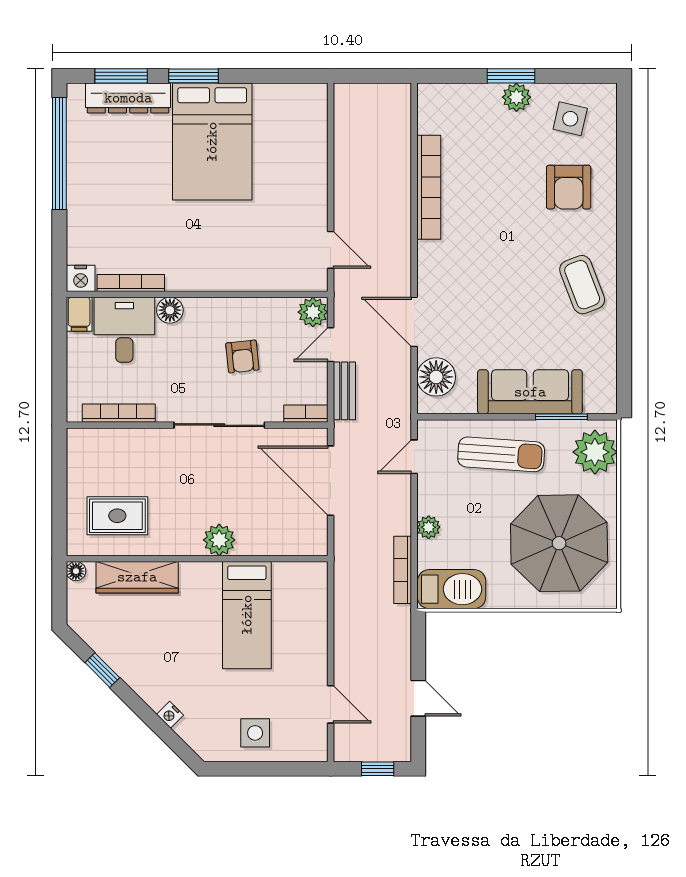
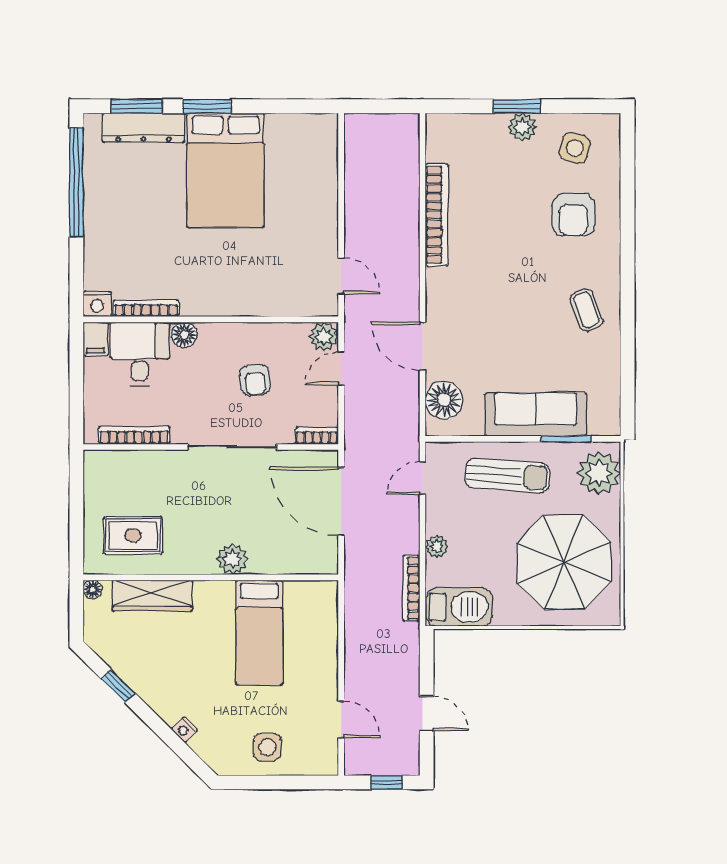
coffee table: (582, 285) -> (586, 310), width x0.73, depth x0.77
bench: (344, 391) -> (355, 414), removed

